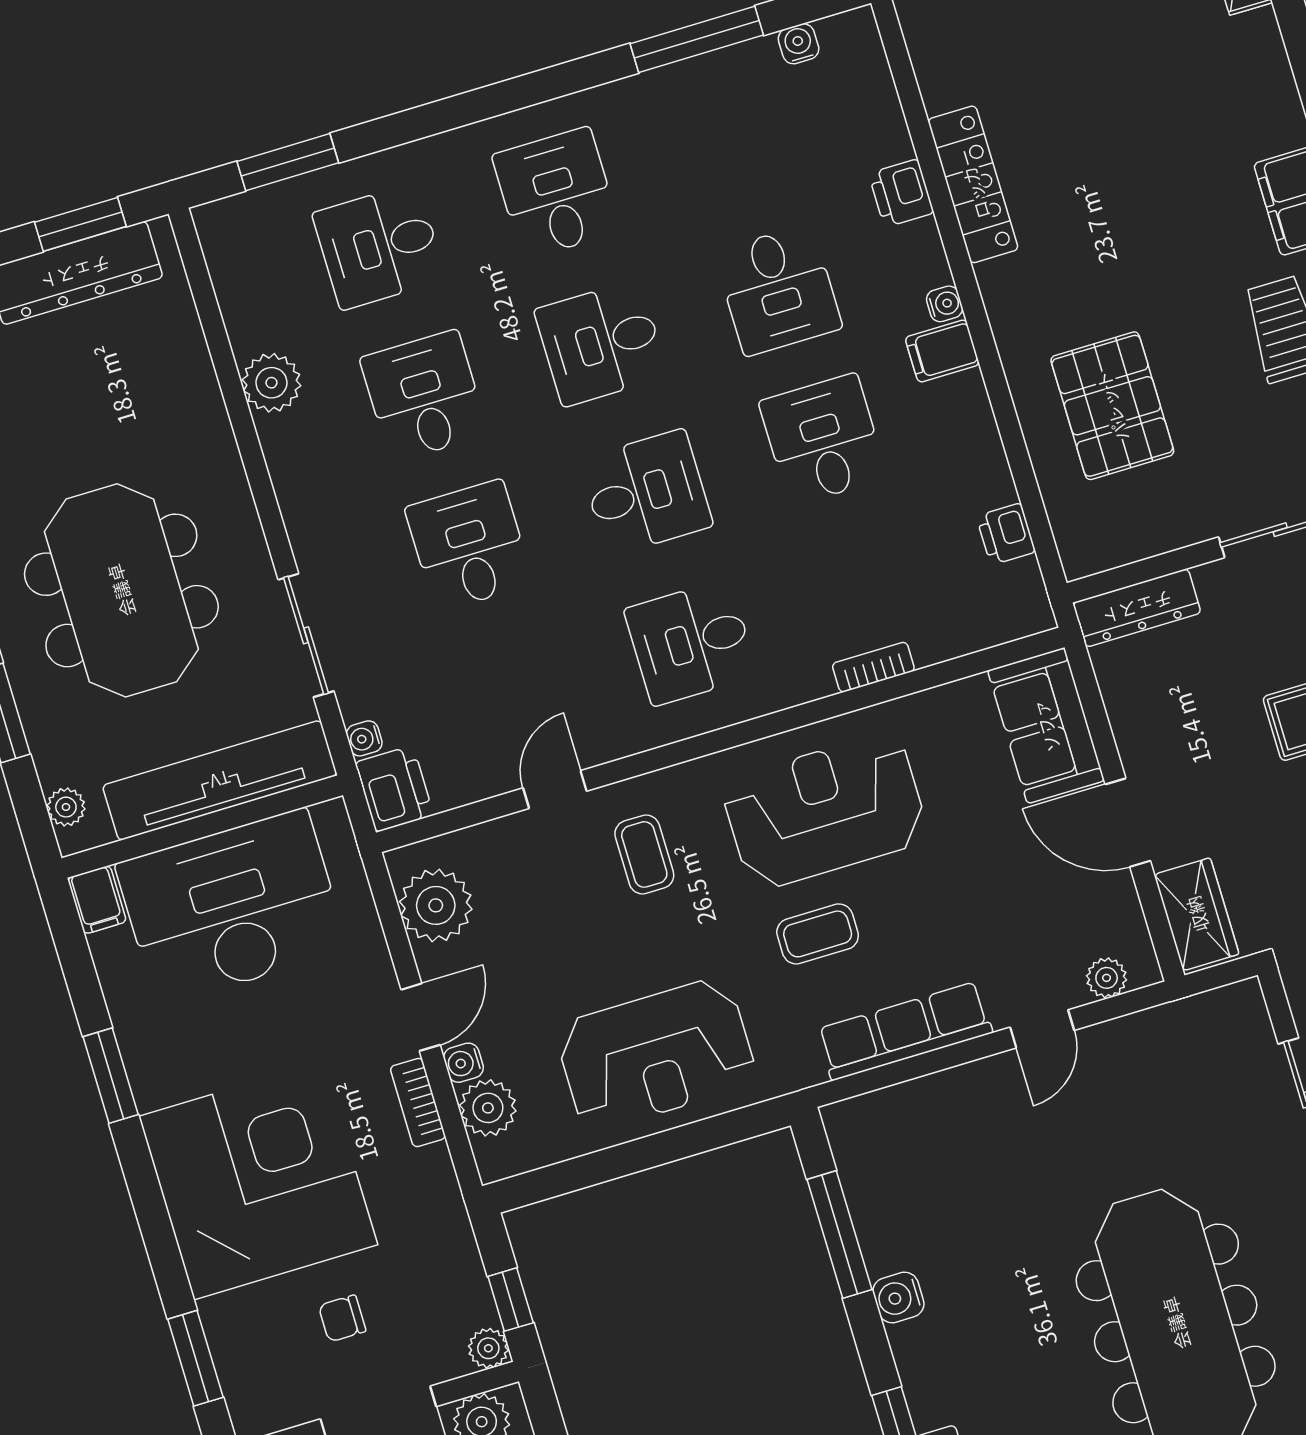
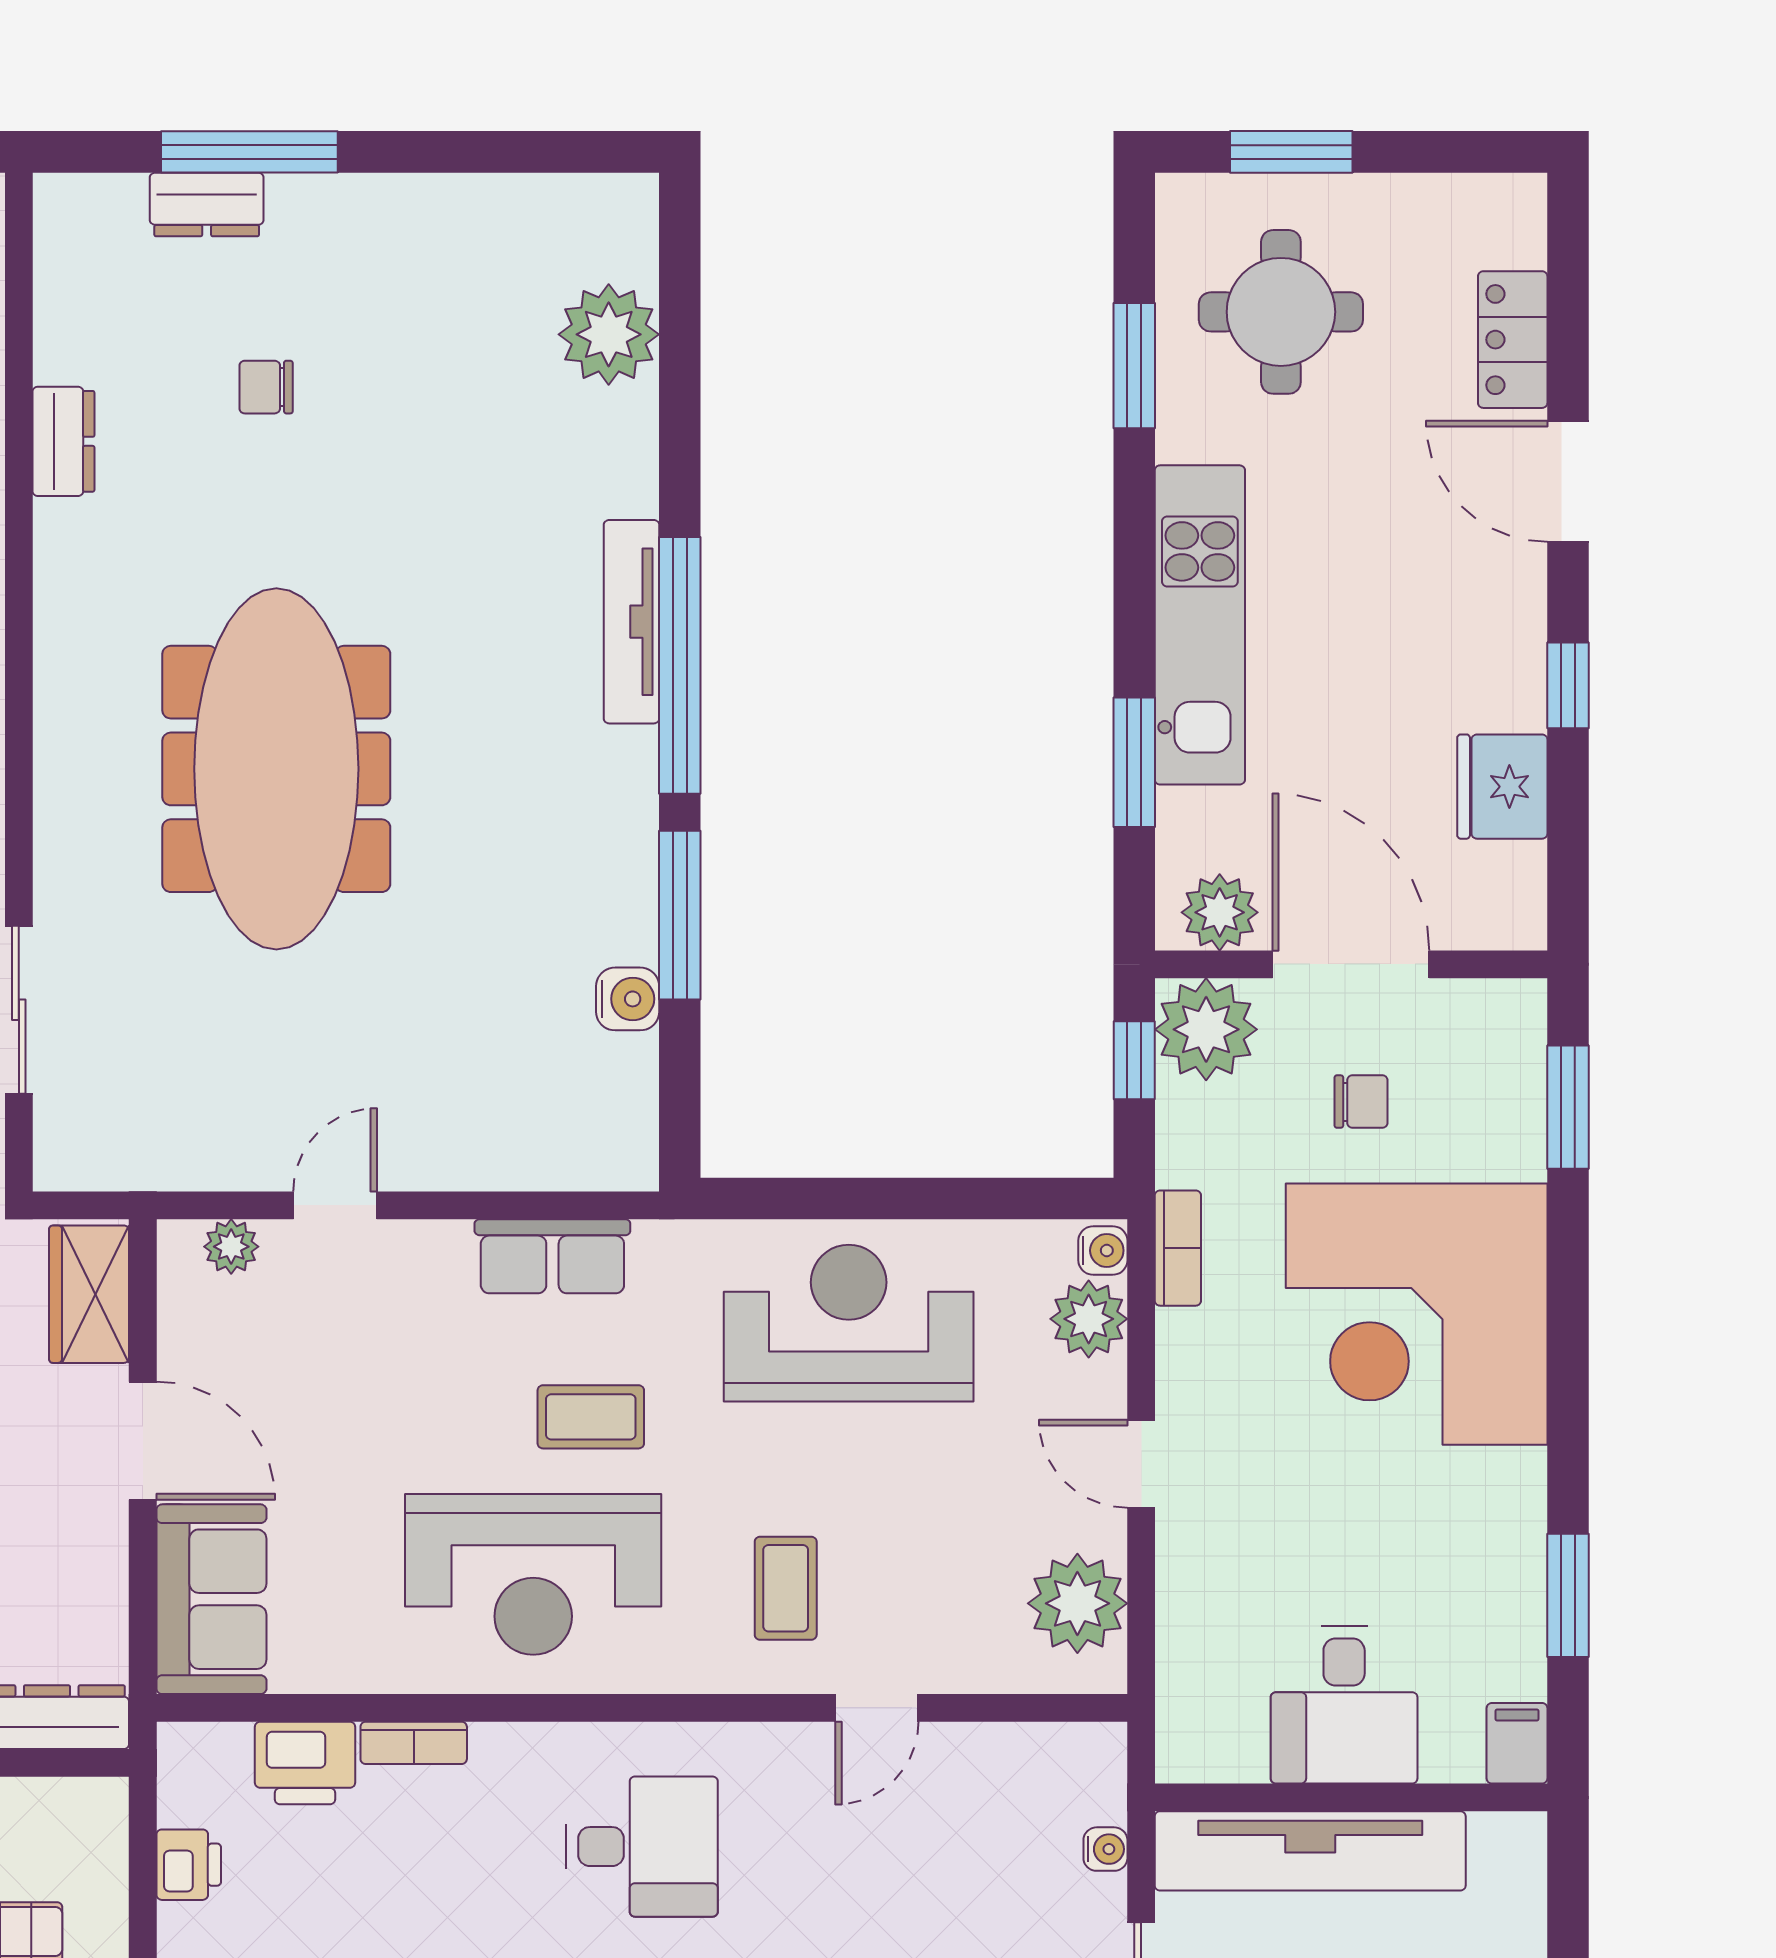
printer: (394, 789) -> (305, 1763), moved, turned -90
plant: (66, 807) -> (1521, 1876), removed
desk: (232, 907) -> (1344, 1705), width x0.53, depth x0.77
door: (421, 1017) -> (1141, 1464), hinge flipped
row of seats: (905, 1031) -> (552, 1256), width x0.68
water cooler: (463, 1063) -> (1103, 1250), moved
window: (111, 1076) -> (1568, 1595), moved
bookcase: (418, 1102) -> (1178, 1248), moved
window: (839, 1234) -> (680, 915), moved
water cooler: (898, 1297) -> (628, 999), moved
plant: (488, 1348) -> (1206, 1029), width x1.88, depth x1.88

